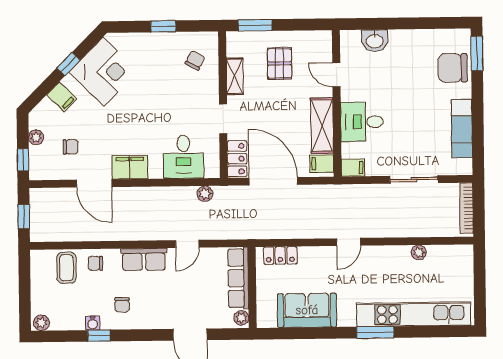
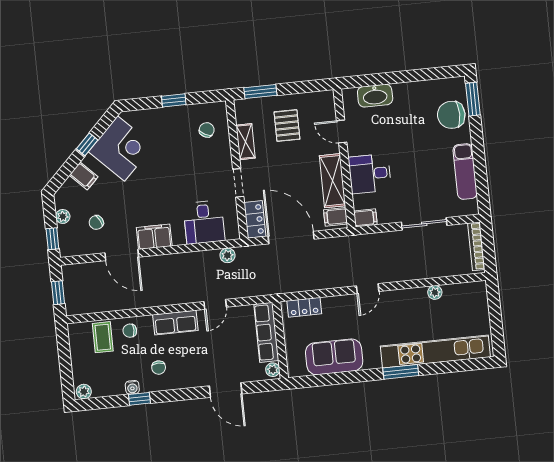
washbasin: (375, 41) -> (375, 96), width x1.38
chair: (71, 147) -> (96, 222), turned 152

